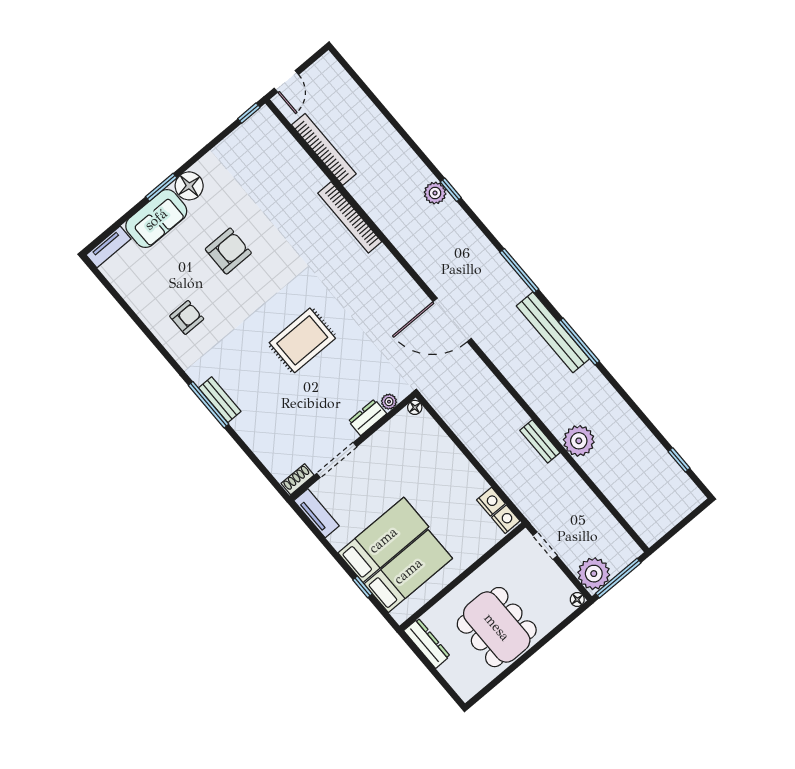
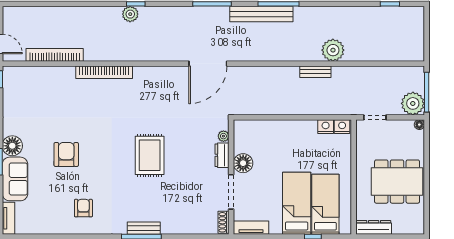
floor lamp: (415, 407) -> (243, 163), moved, width x1.89, depth x1.89

